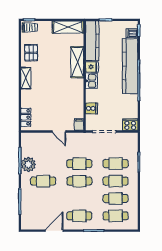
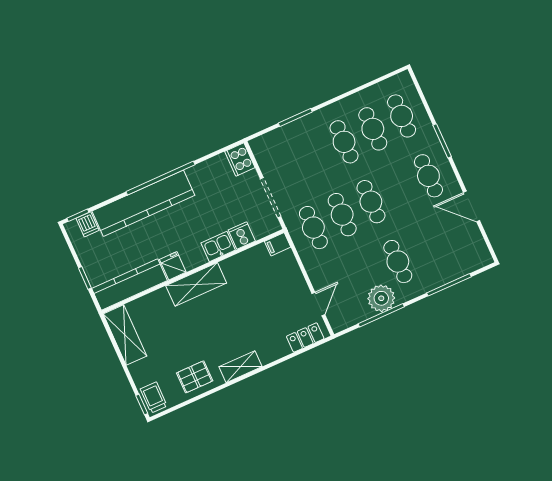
shelving: (77, 62) -> (196, 284), moved
kitchen sink: (91, 81) -> (218, 246), moved
door: (59, 131) -> (318, 304), moved
cafe table: (116, 164) -> (313, 228), moved

